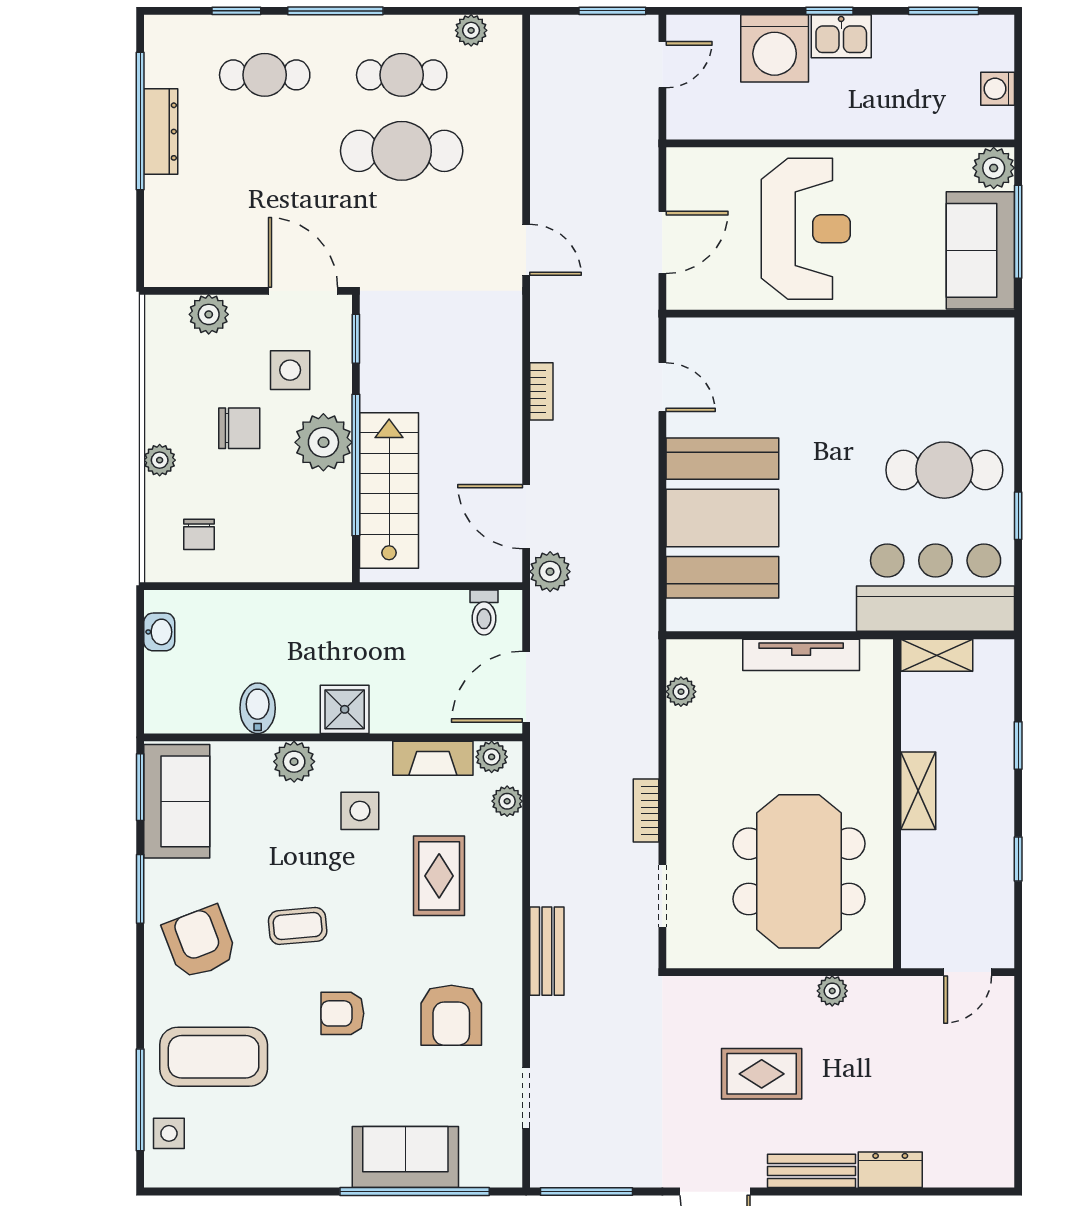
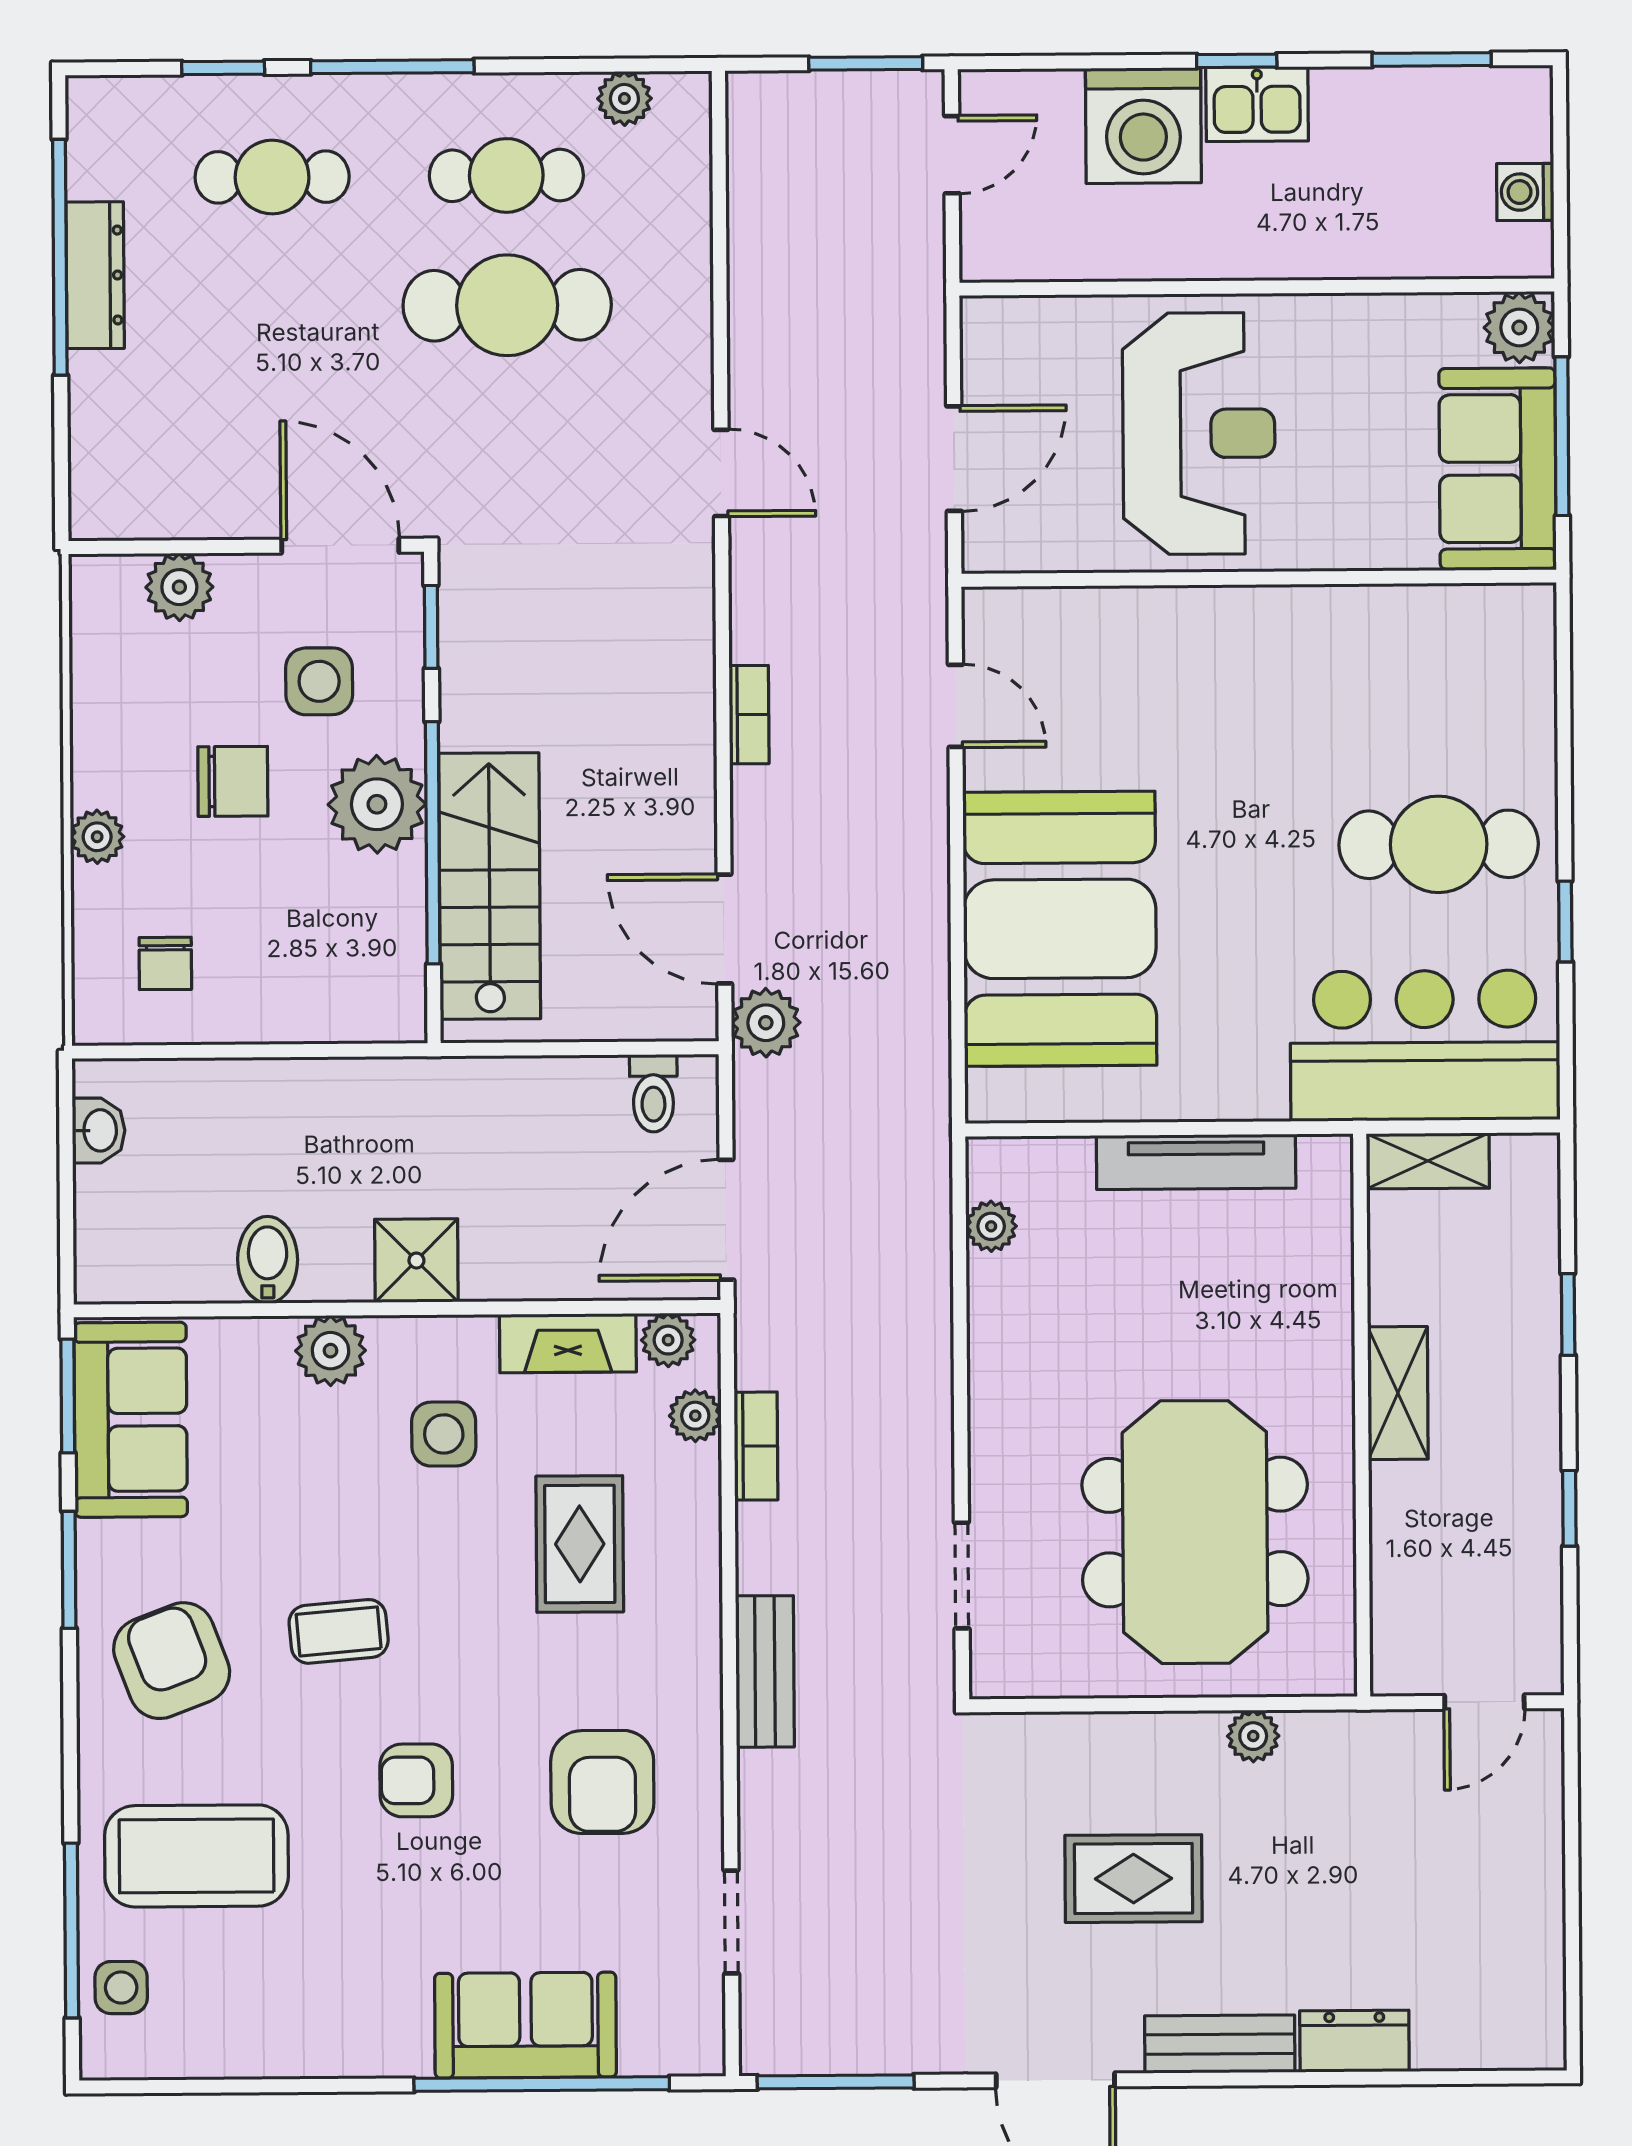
bookcase: (646, 811) -> (756, 1446), moved, turned 180

